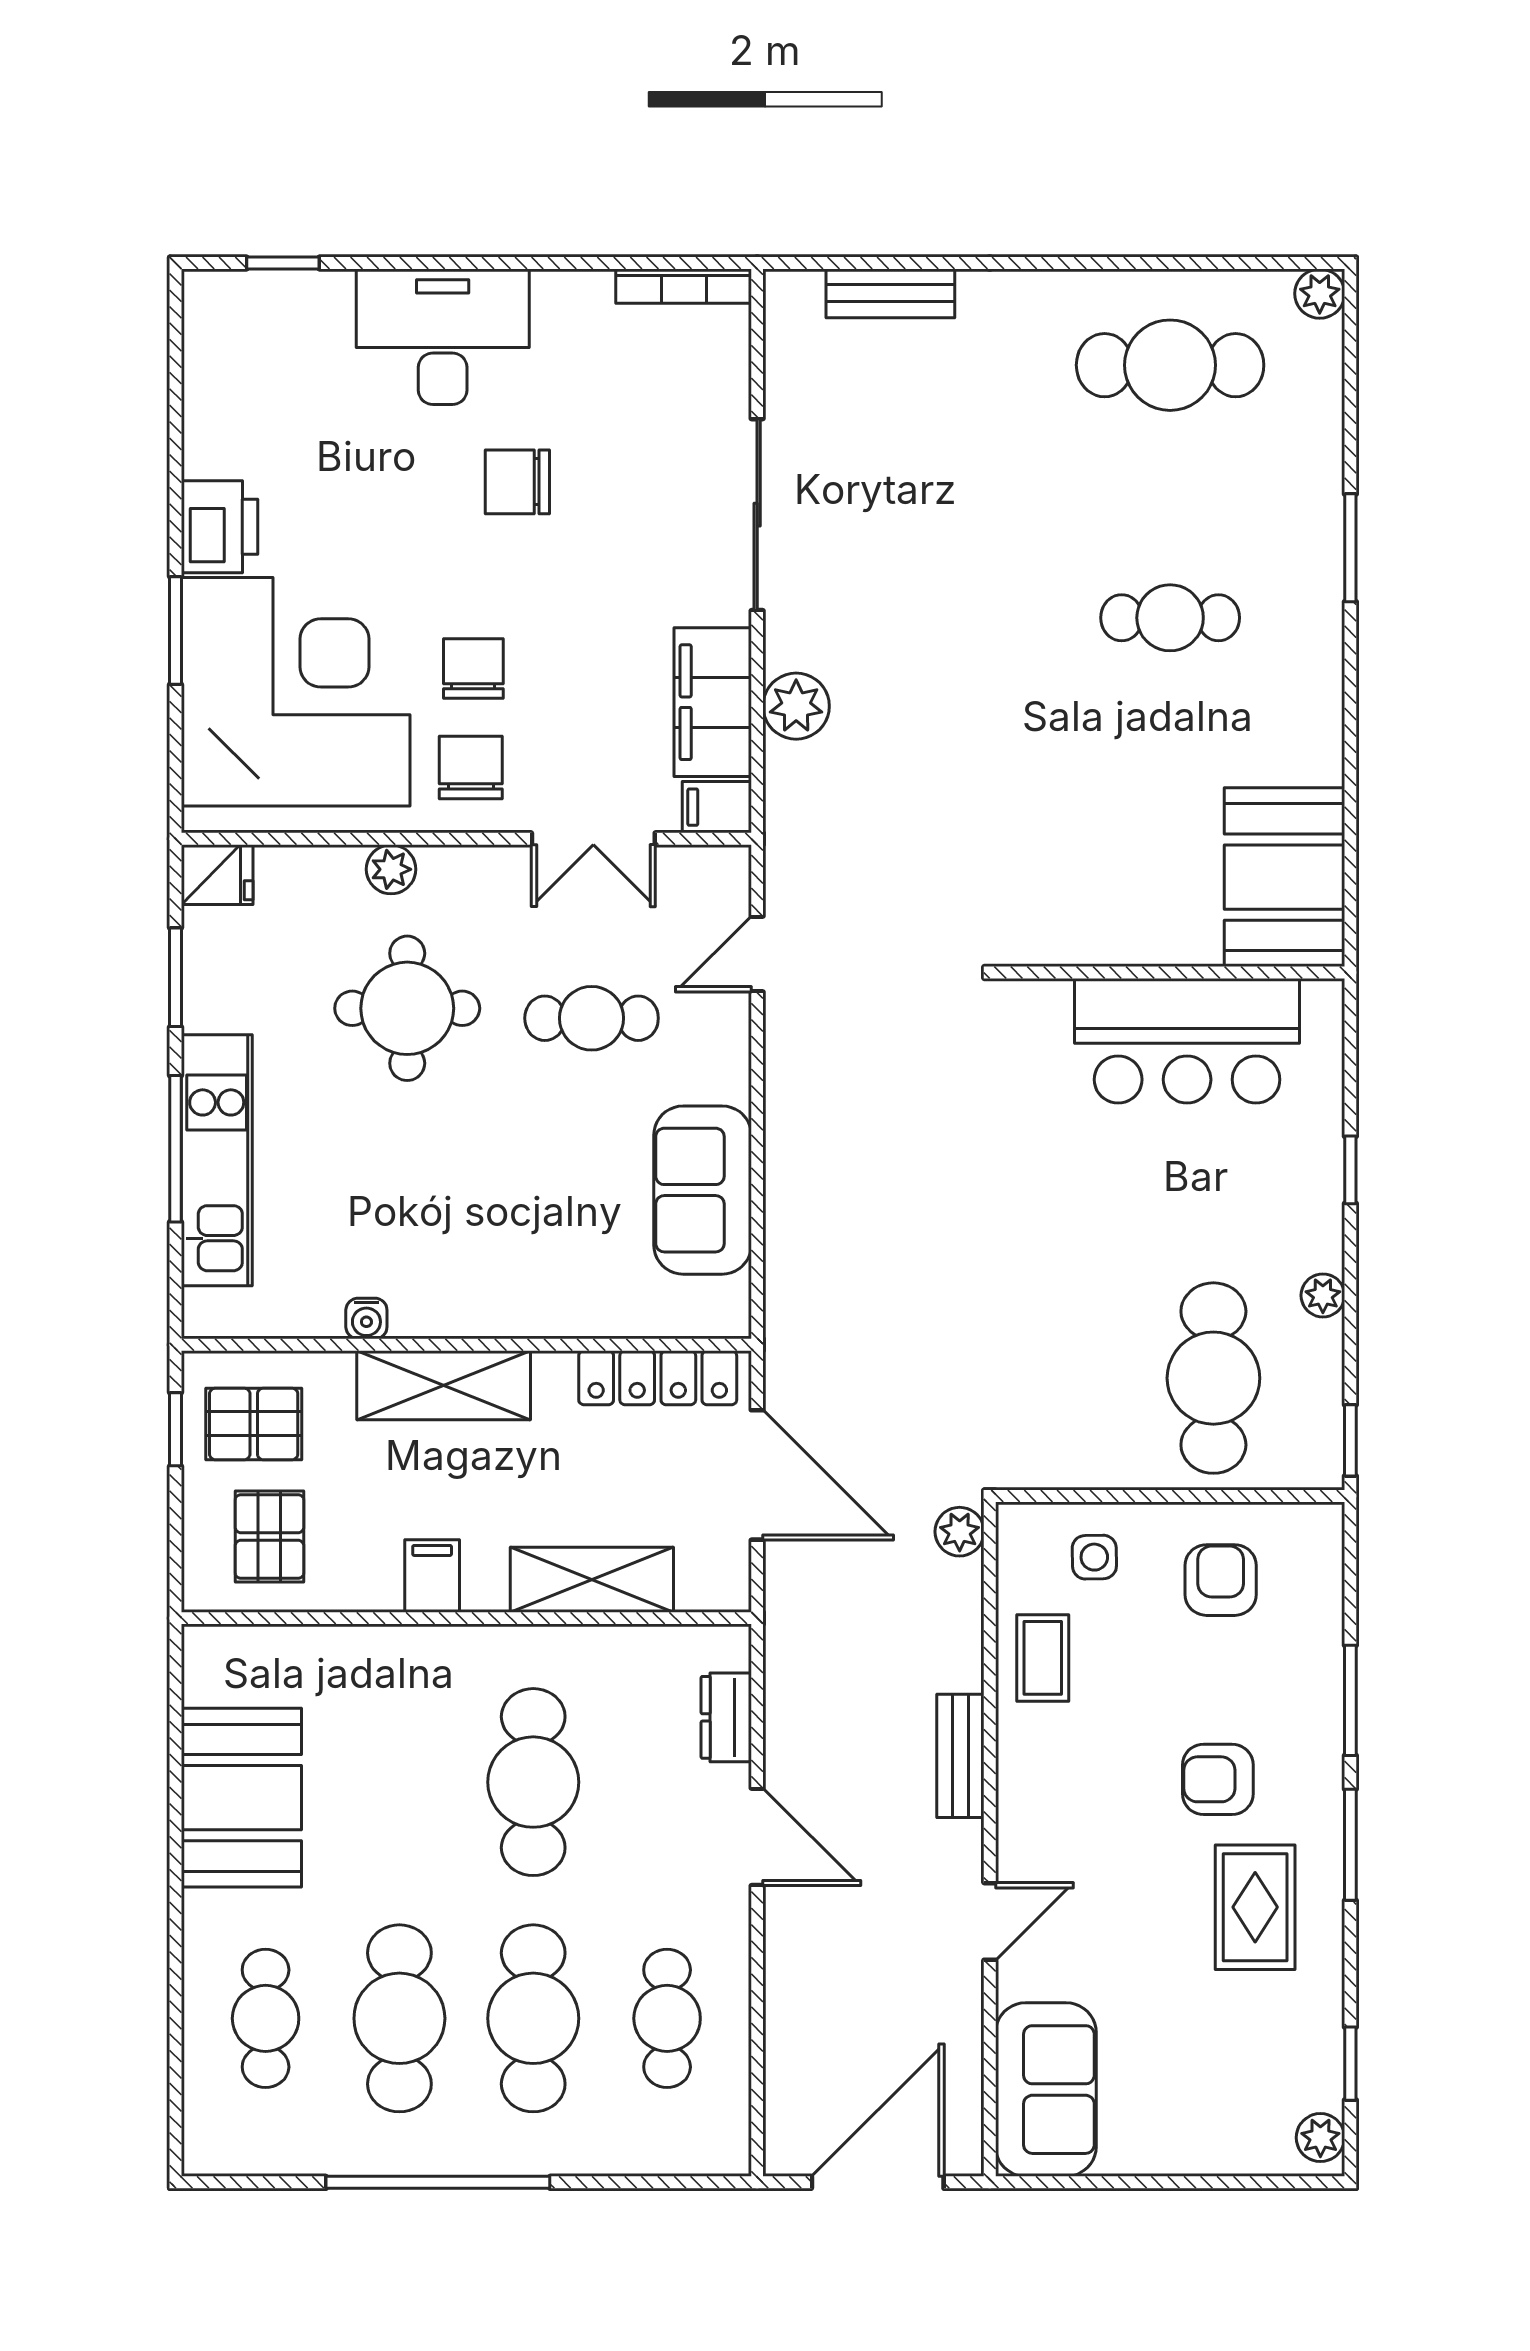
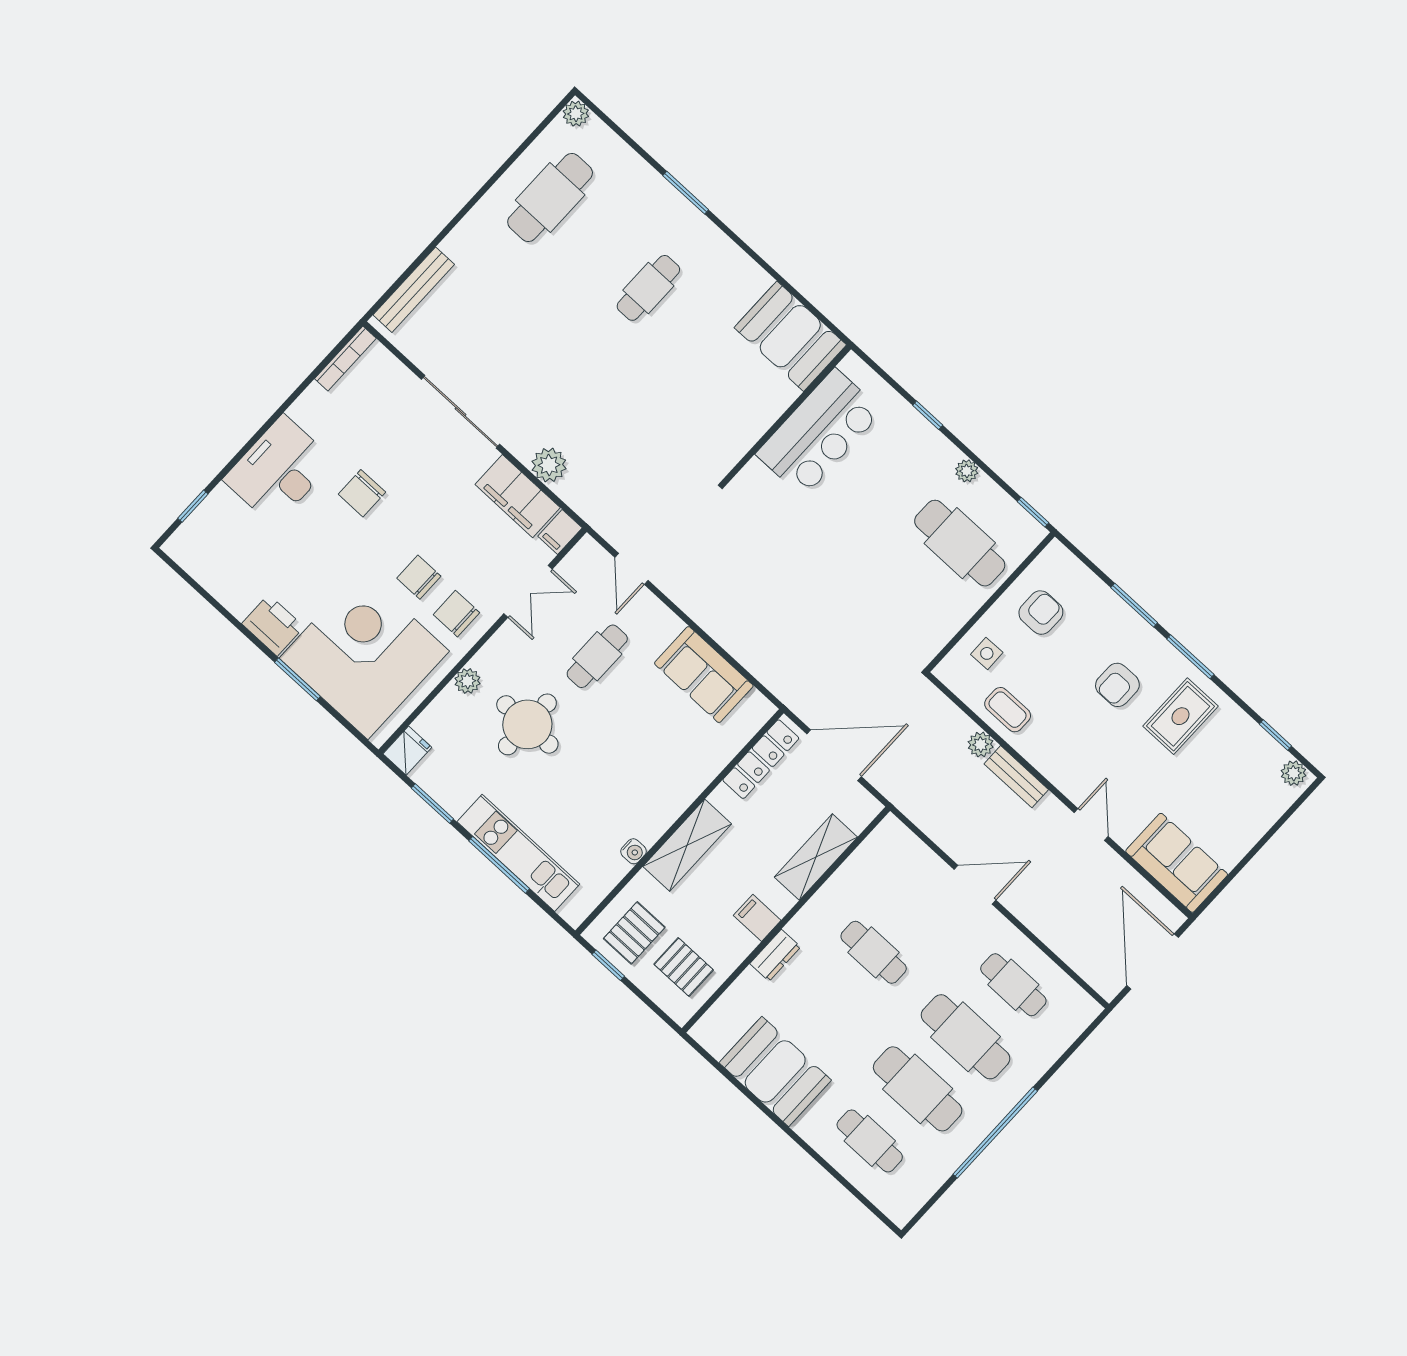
bench: (890, 293) -> (414, 290), width x1.36
plant: (960, 1532) -> (981, 745), moved
armchair: (1221, 1580) -> (1041, 613), turned 90
dresser: (726, 1717) -> (775, 955), moved, turned -90
cafe table: (533, 1782) -> (874, 952), width x0.73, depth x0.74
rug: (1255, 1907) -> (1181, 716), turned 90

